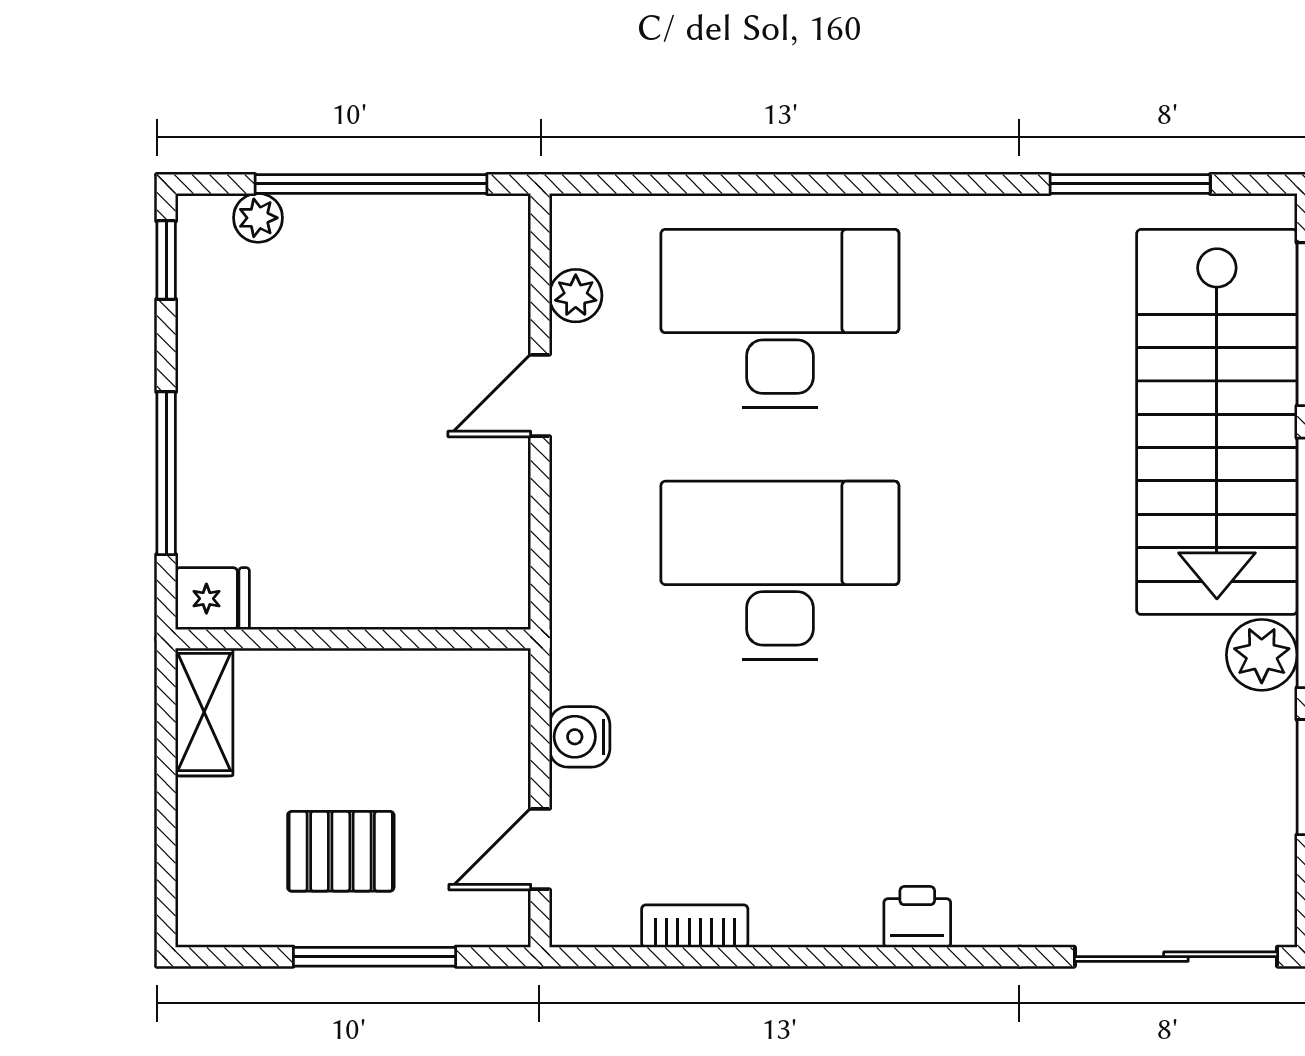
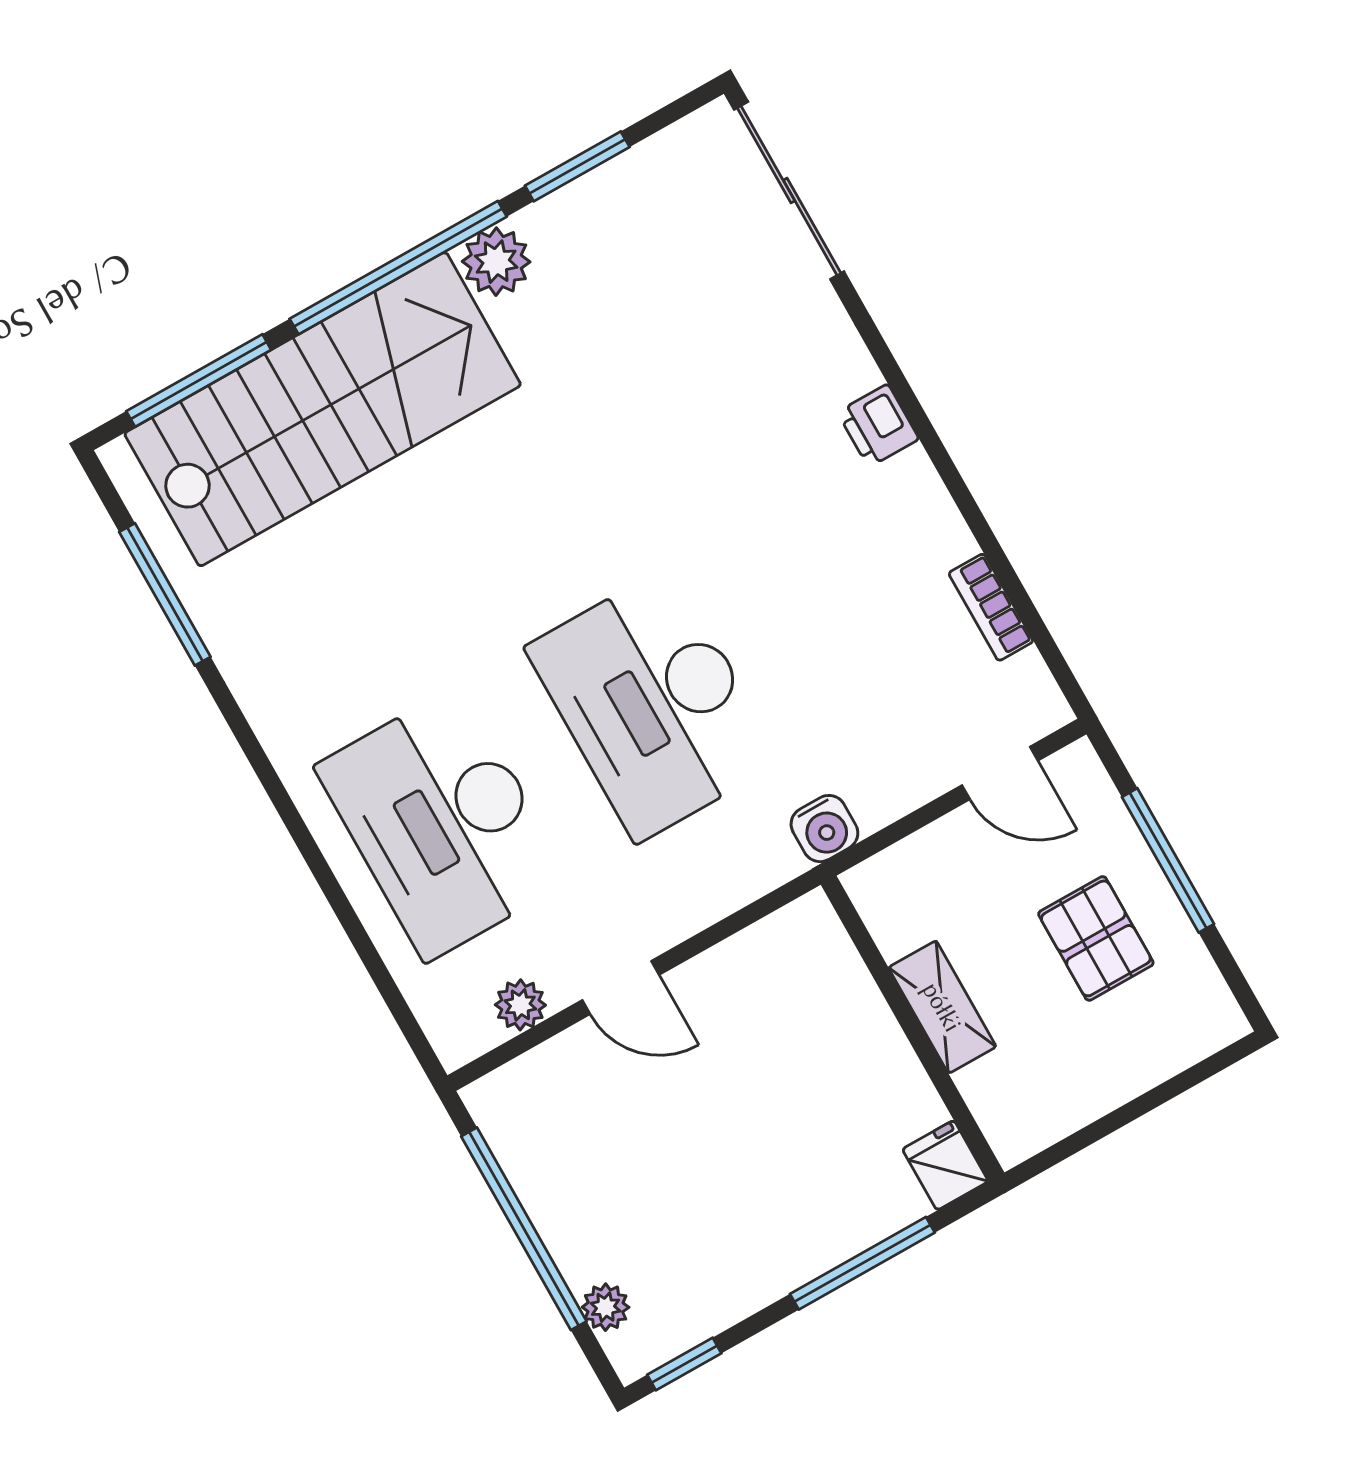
shelving: (204, 712) -> (942, 1007), moved, turned 90
water cooler: (580, 737) -> (824, 829), moved

